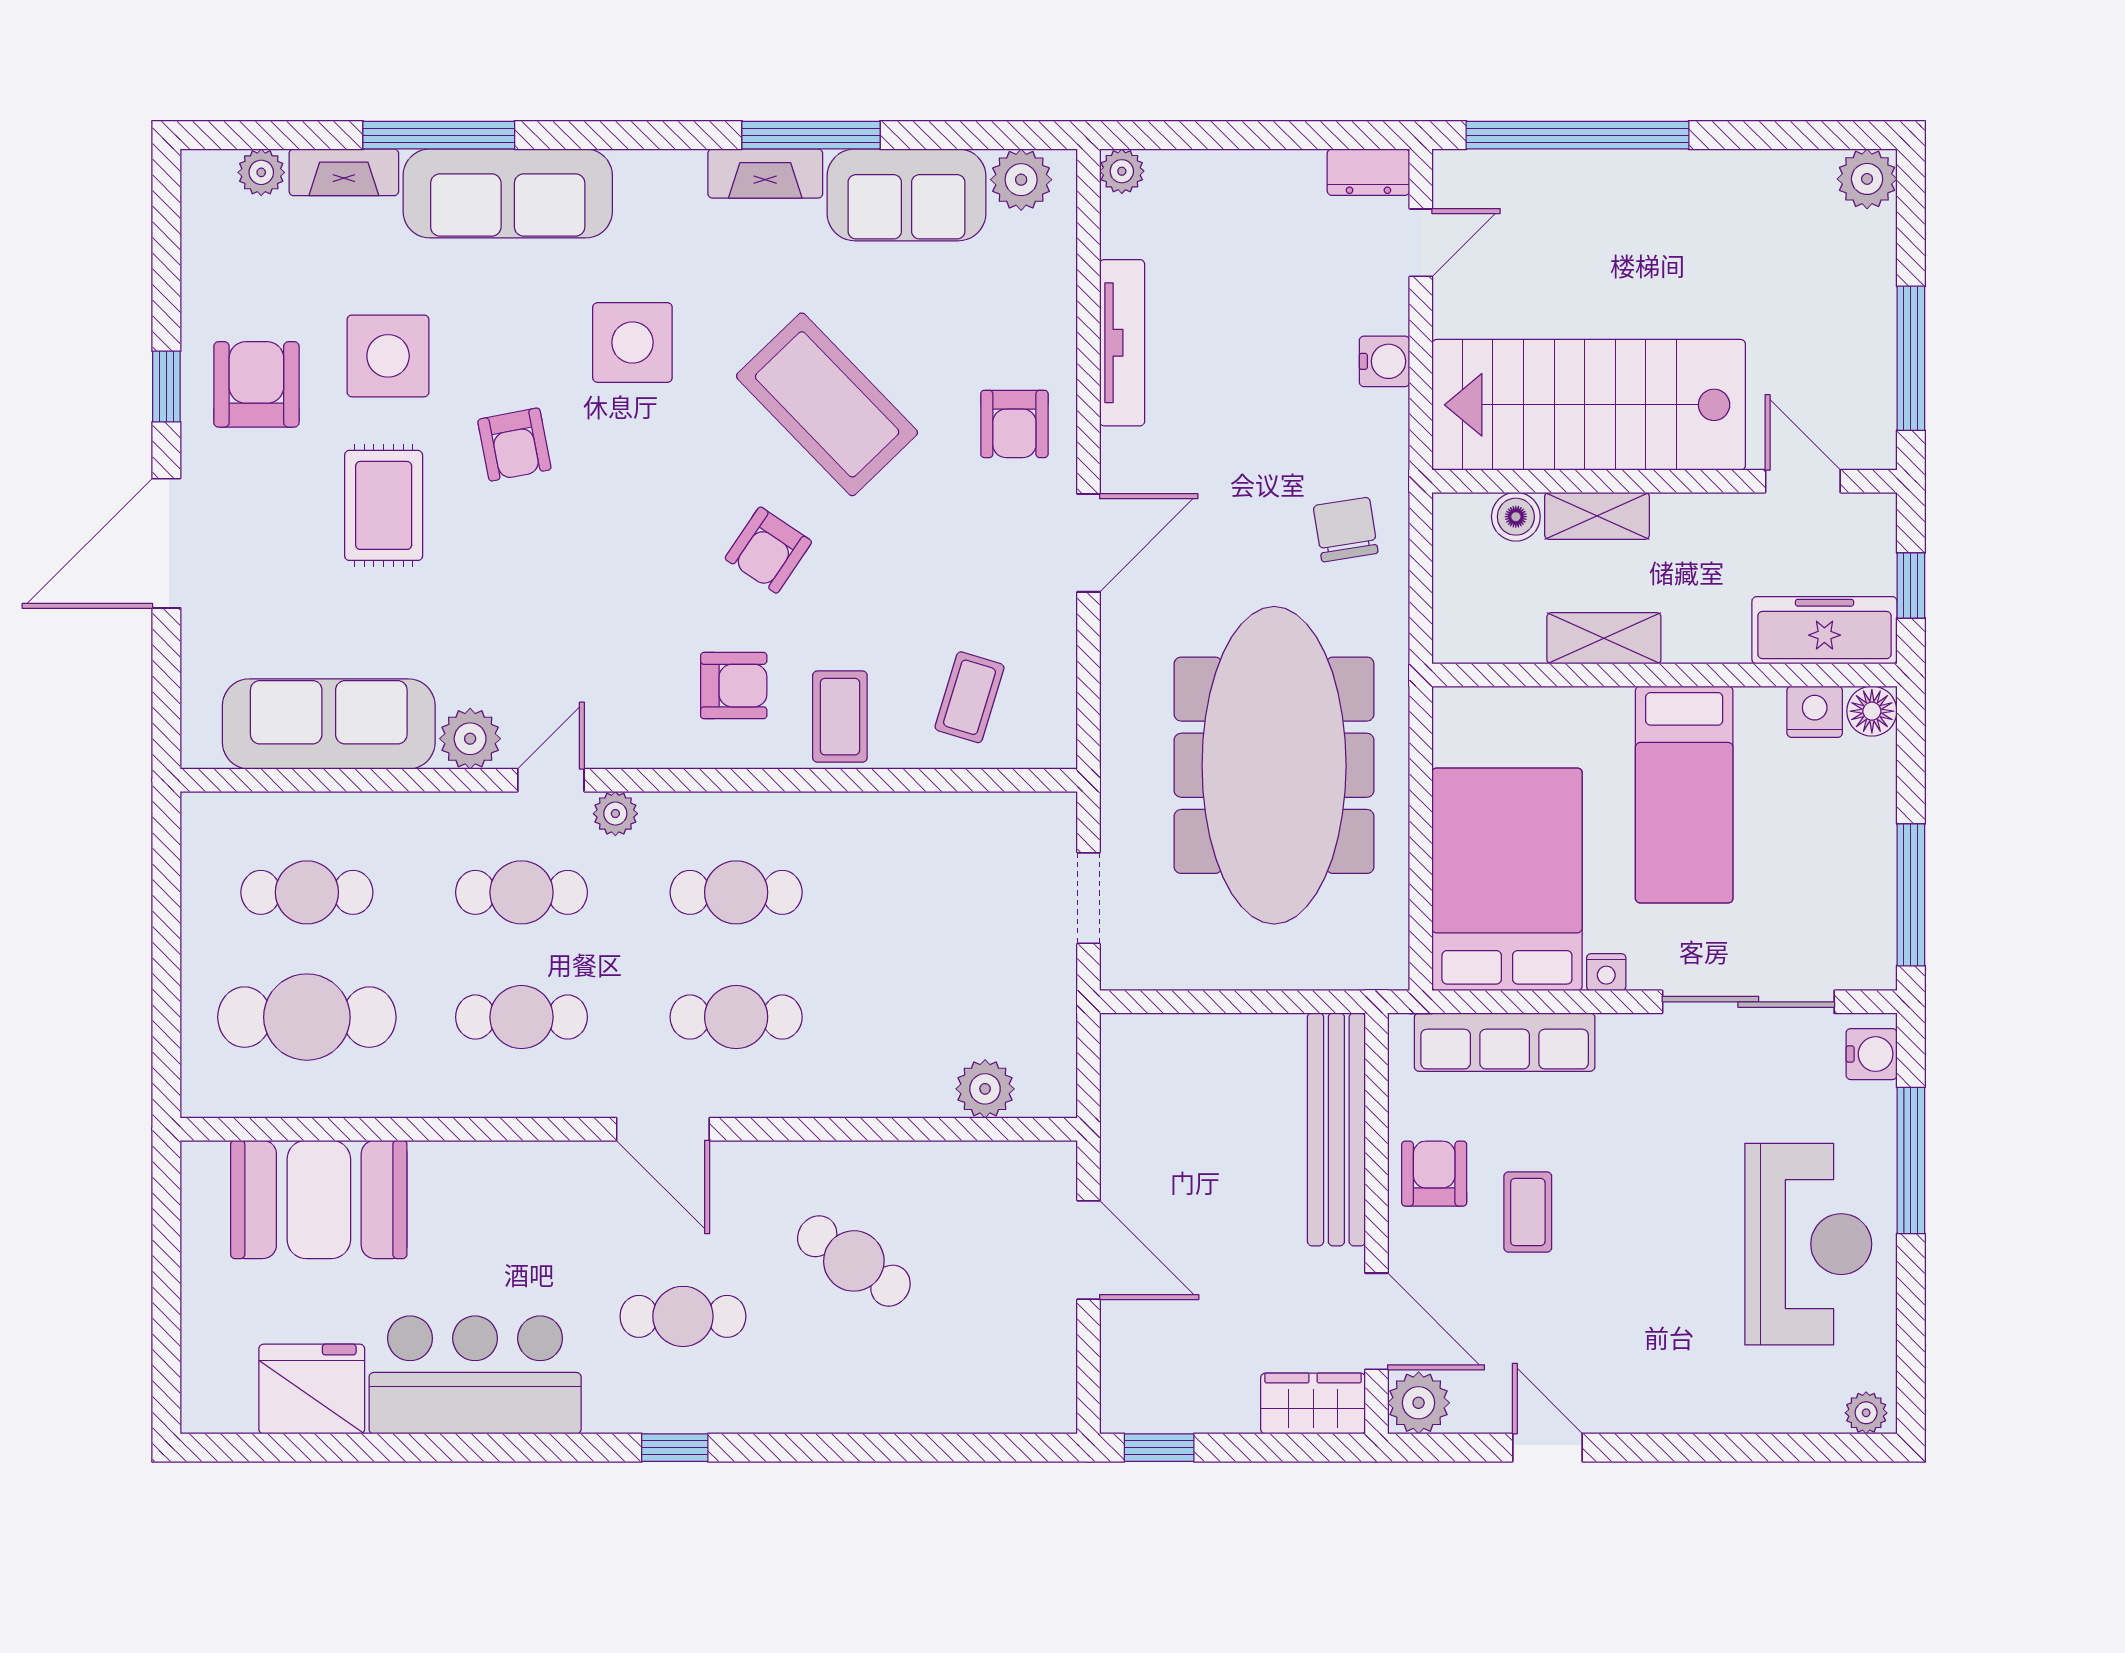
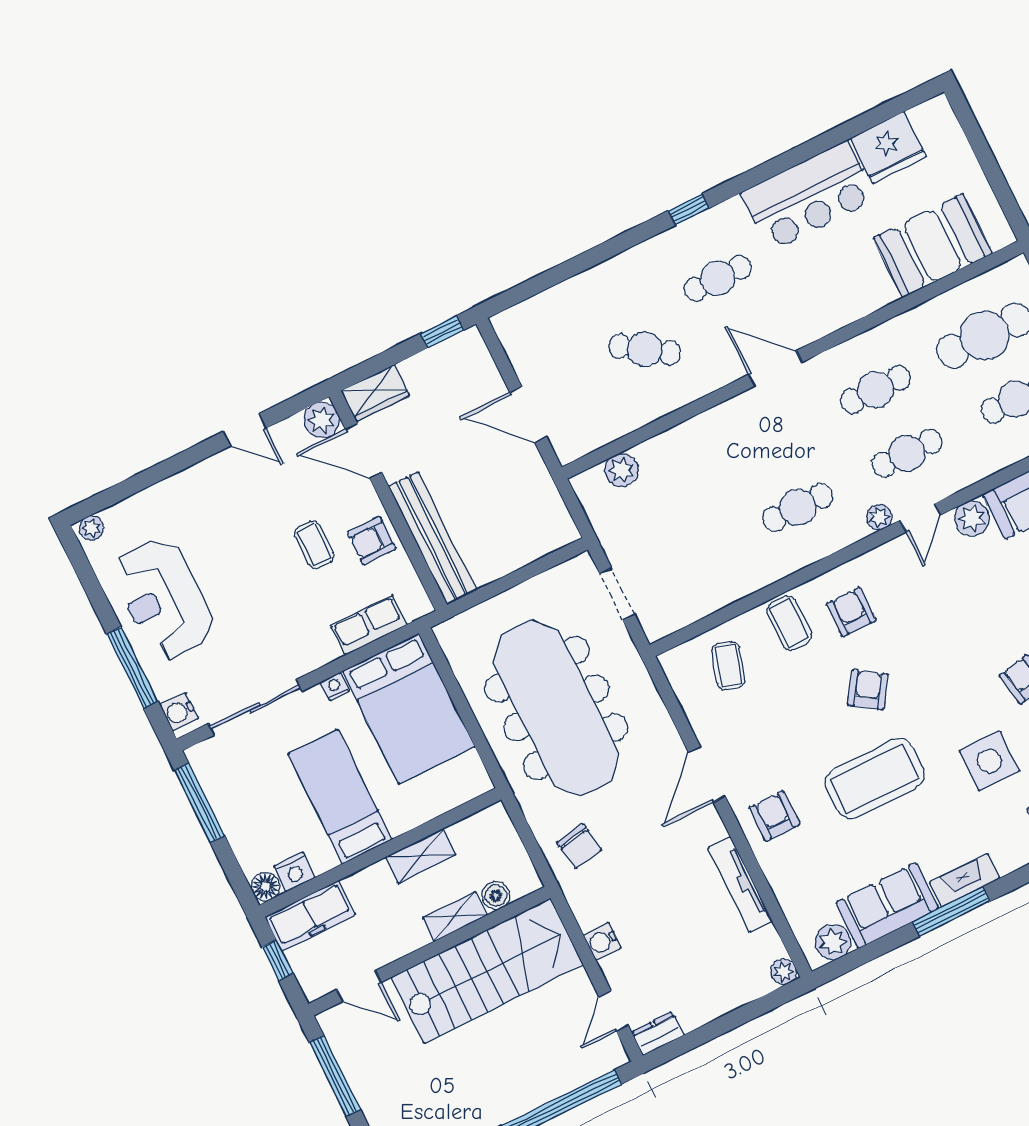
coffee table: (827, 404) -> (875, 779), turned -46
armchair: (734, 686) -> (851, 612), turned 90
cafe table: (736, 1017) -> (766, 444), removed
row of seats: (1505, 1042) -> (369, 625), width x0.68
armchair: (1434, 1174) -> (372, 541), turned 90

